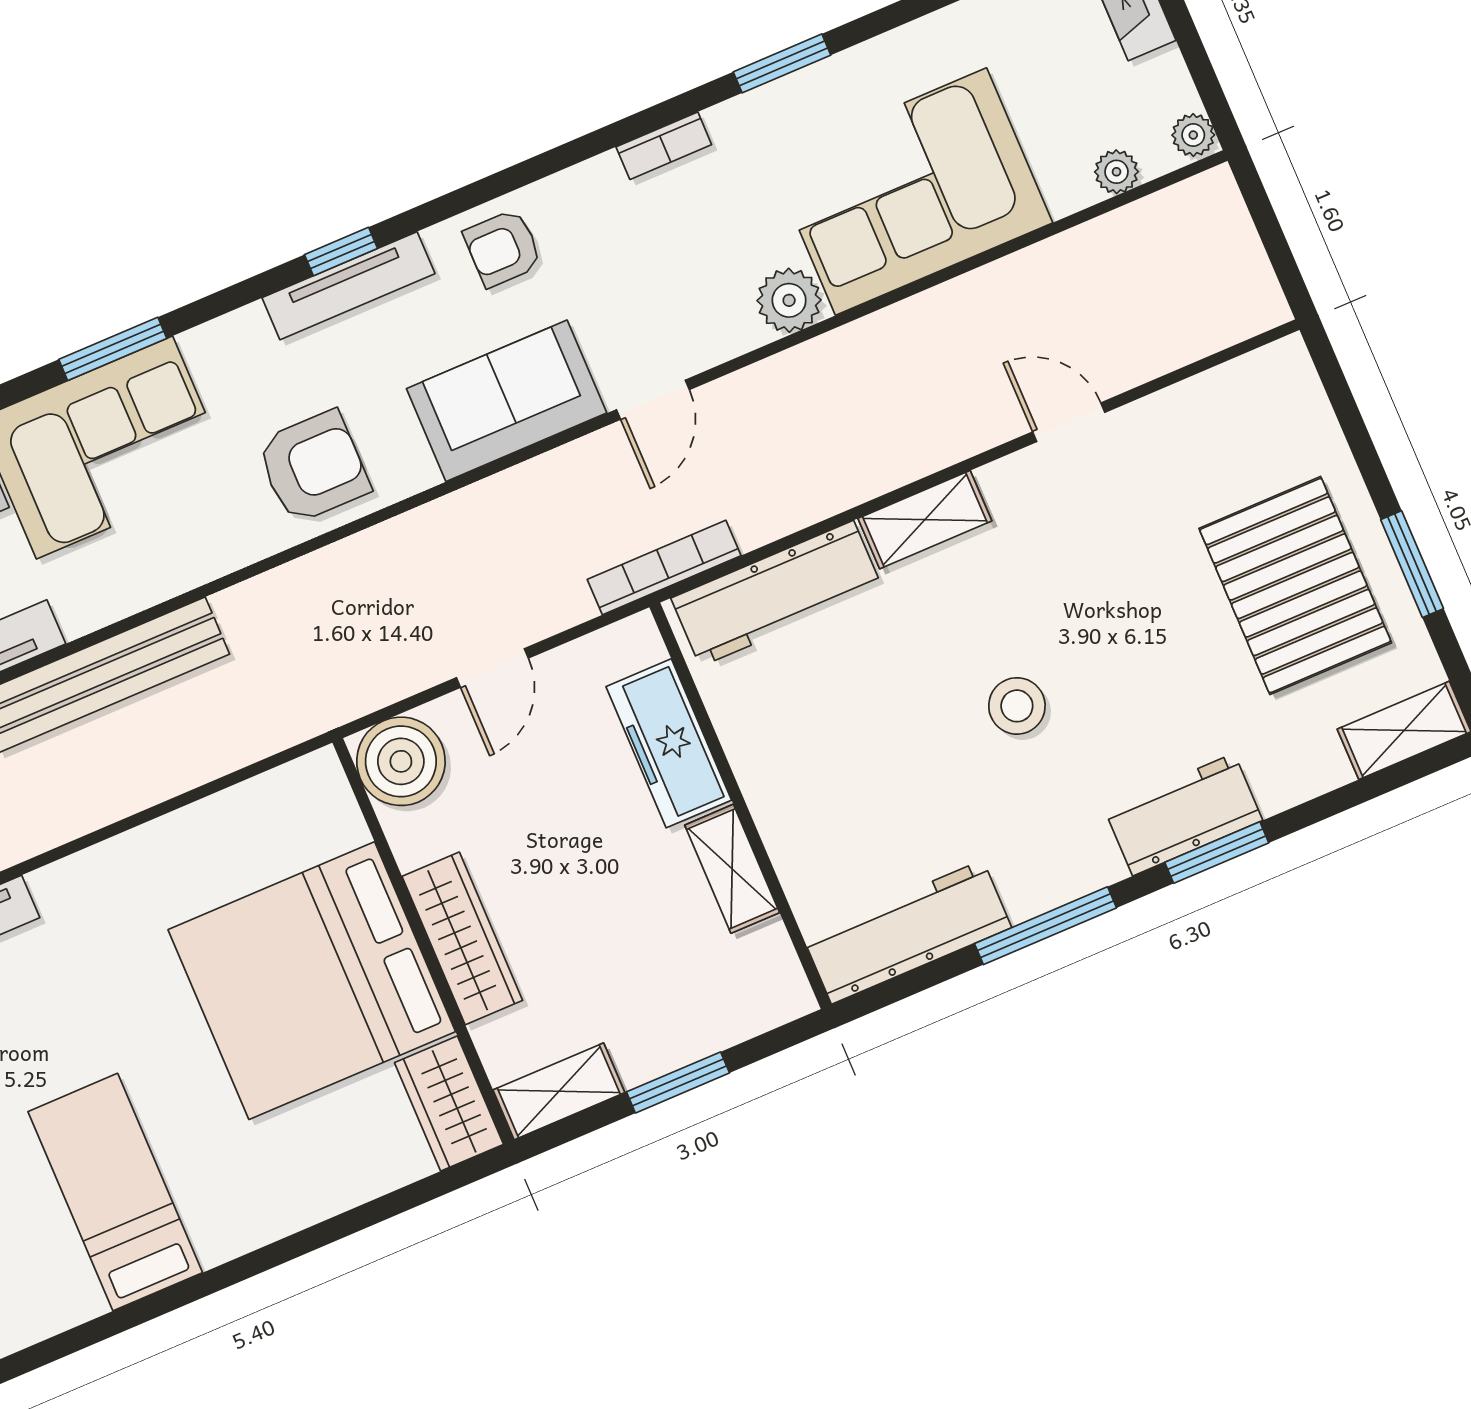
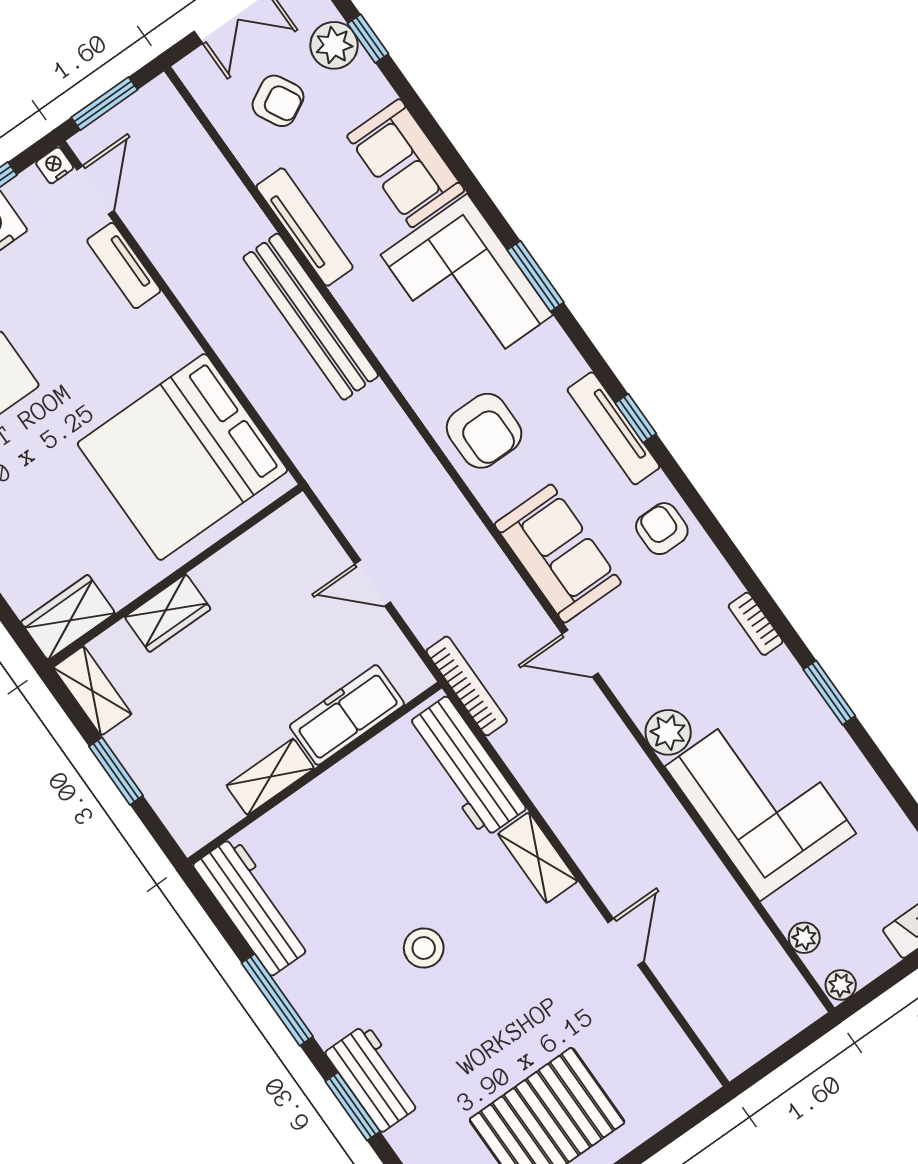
boiler: (401, 761) -> (295, 534), removed
wardrobe: (462, 938) -> (168, 613), width x0.67
bed: (312, 981) -> (182, 457), moved, turned -90

